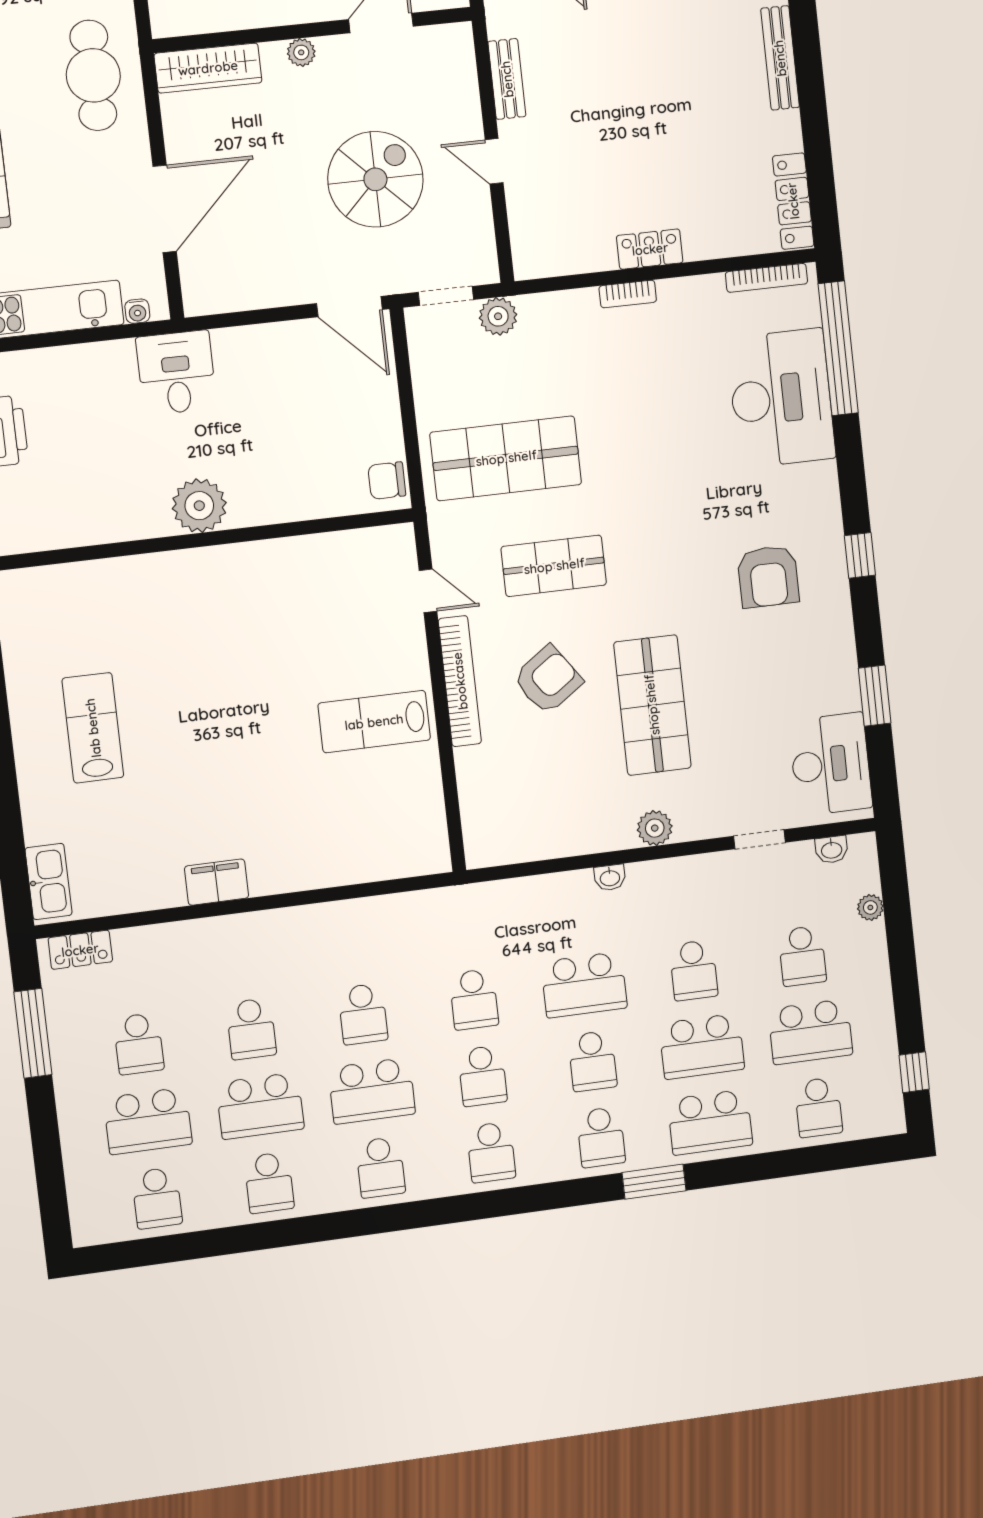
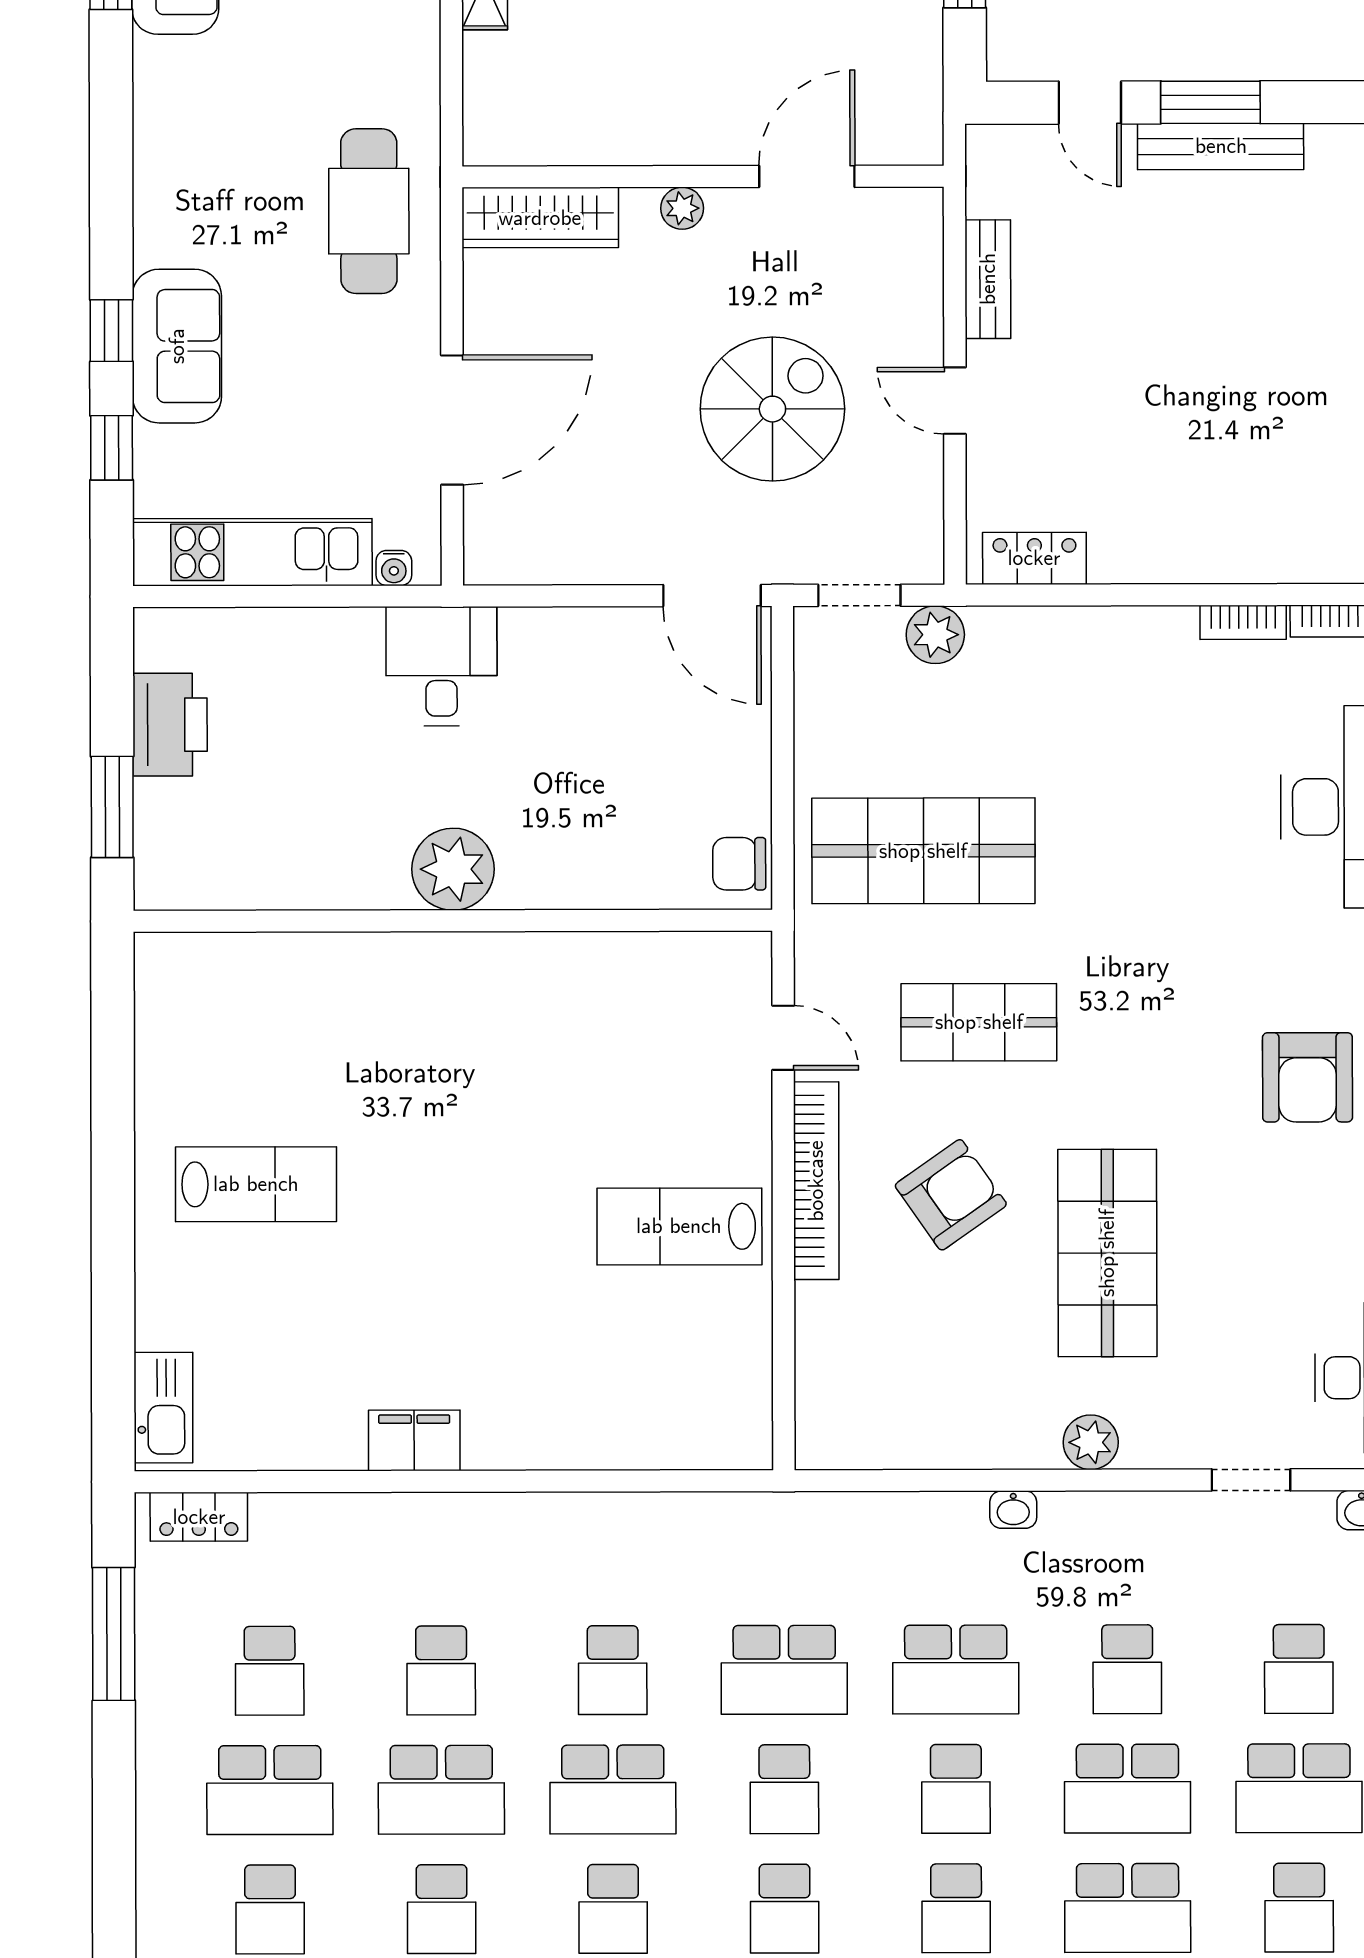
locker: (650, 249) -> (1034, 558), moved
bookcase: (628, 294) -> (1243, 622), moved
lab bench: (93, 728) -> (256, 1184), turned 90
school desk: (474, 999) -> (784, 1670), width x1.85

